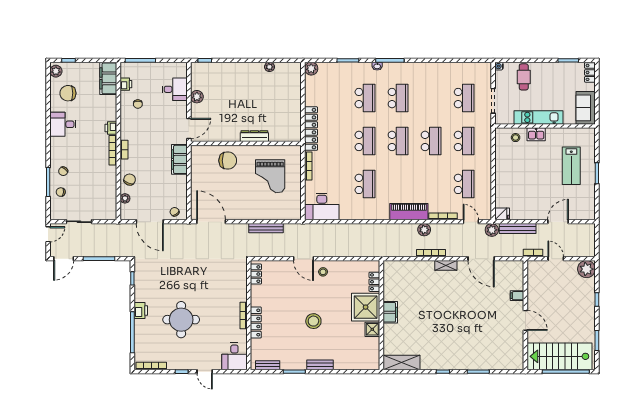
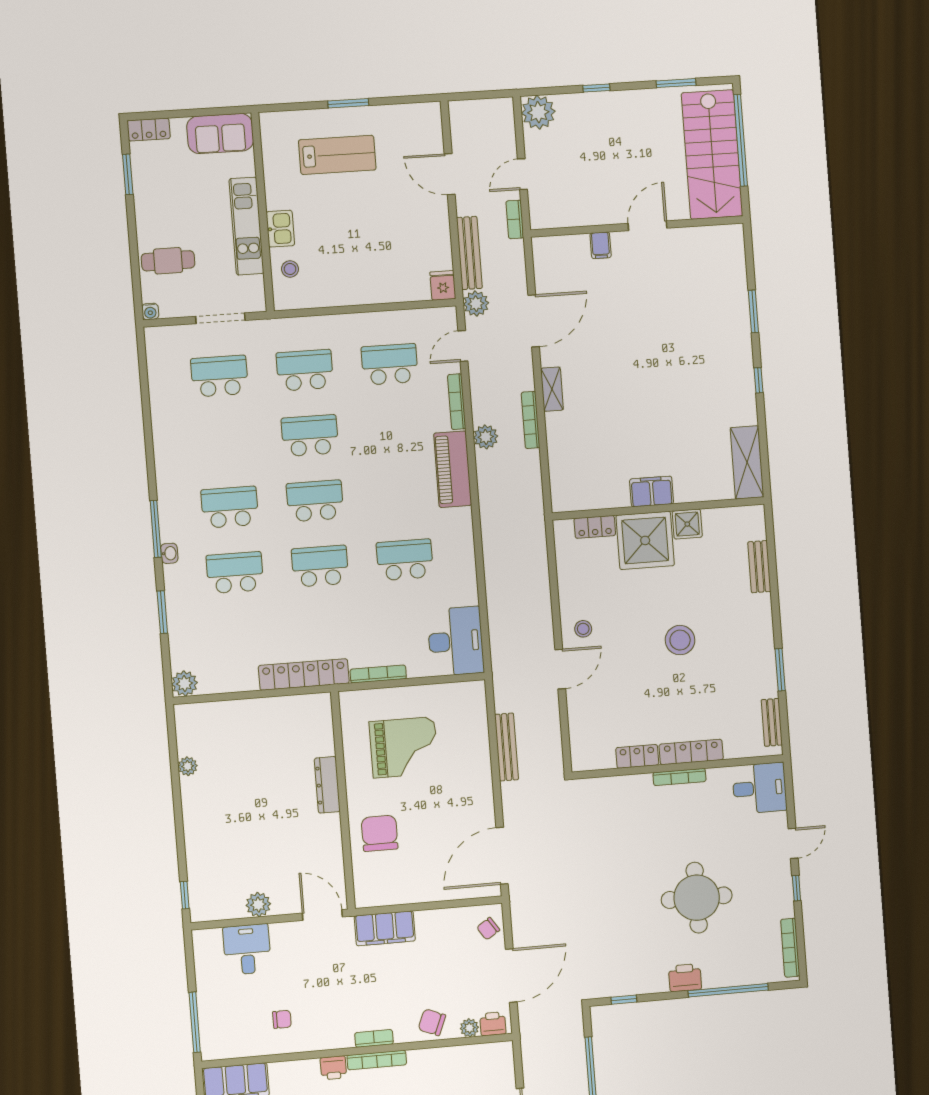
printer: (126, 84) -> (493, 1024), moved
locker: (256, 274) -> (637, 756), moved
bench: (320, 365) -> (759, 567), moved

